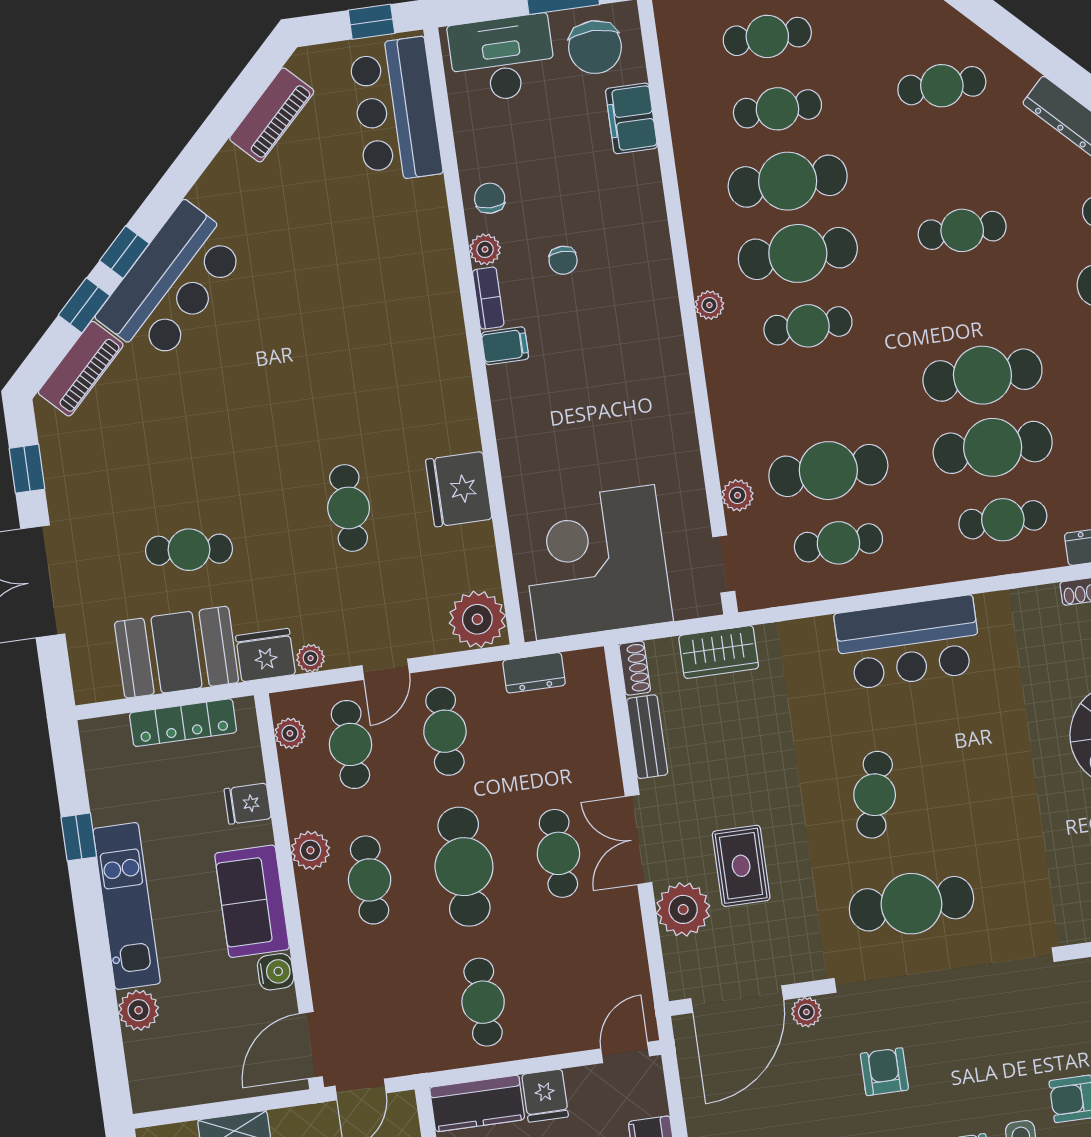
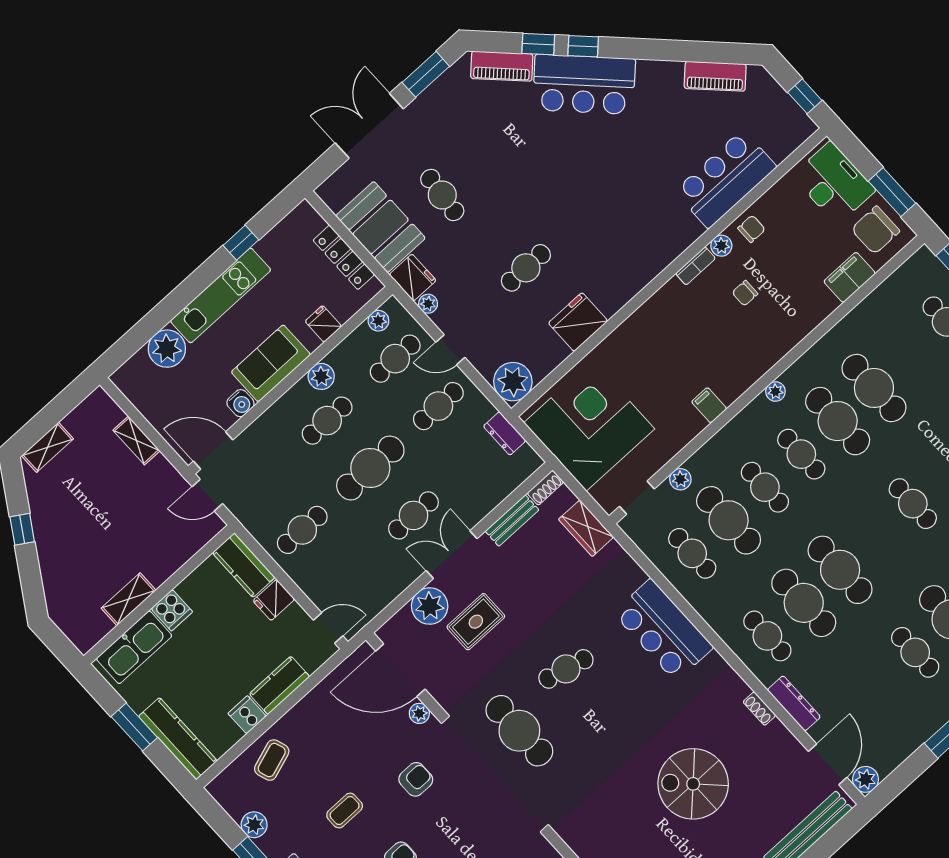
cafe table: (777, 109) -> (765, 487), moved
bar counter: (396, 110) -> (726, 179), moved
filing cabinet: (505, 346) -> (709, 405), moved, turned 180
window: (27, 469) -> (426, 74), width x1.50
plant: (139, 1010) -> (167, 349), width x1.36, depth x1.36

